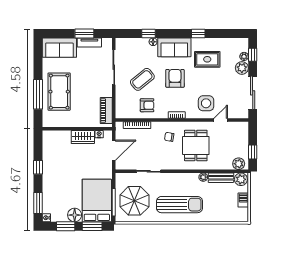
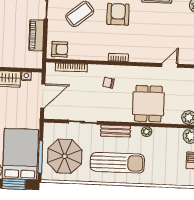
side table: (206, 103) -> (153, 45), removed
armchair: (147, 105) -> (60, 49), moved
piano: (106, 111) -> (36, 35), moved
dining table: (196, 145) -> (148, 104), moved
bench: (221, 178) -> (115, 131), moved

